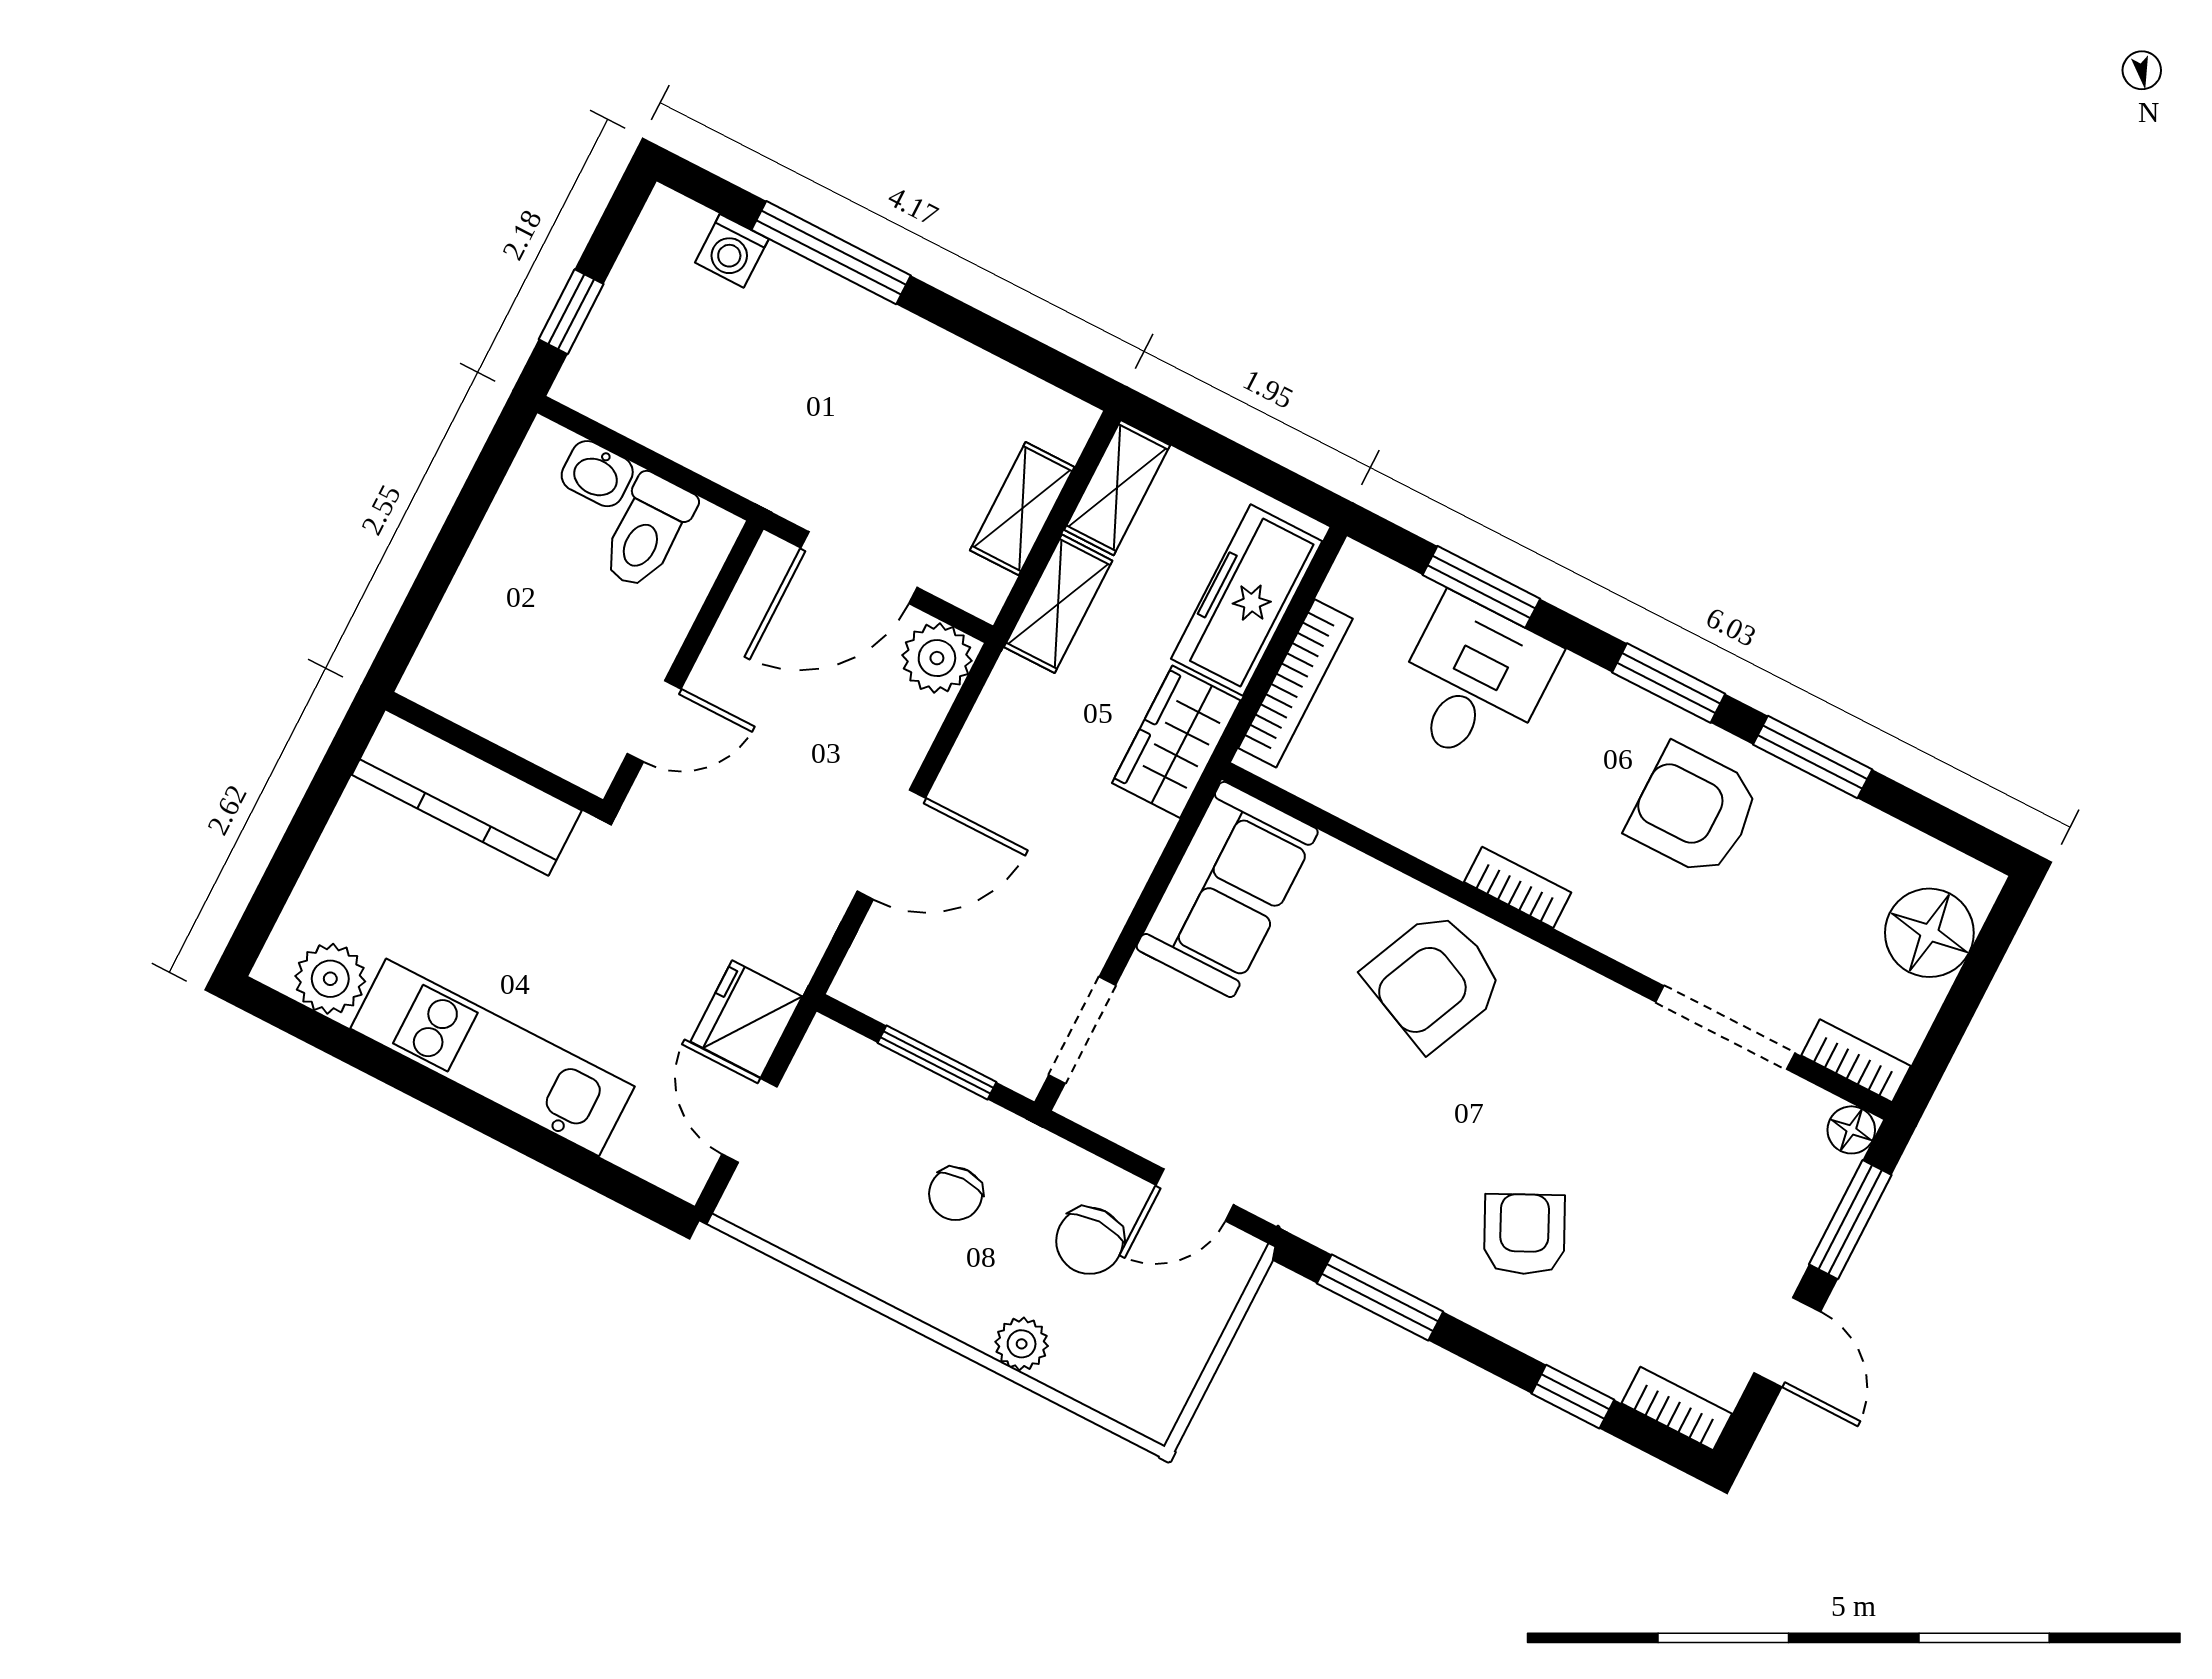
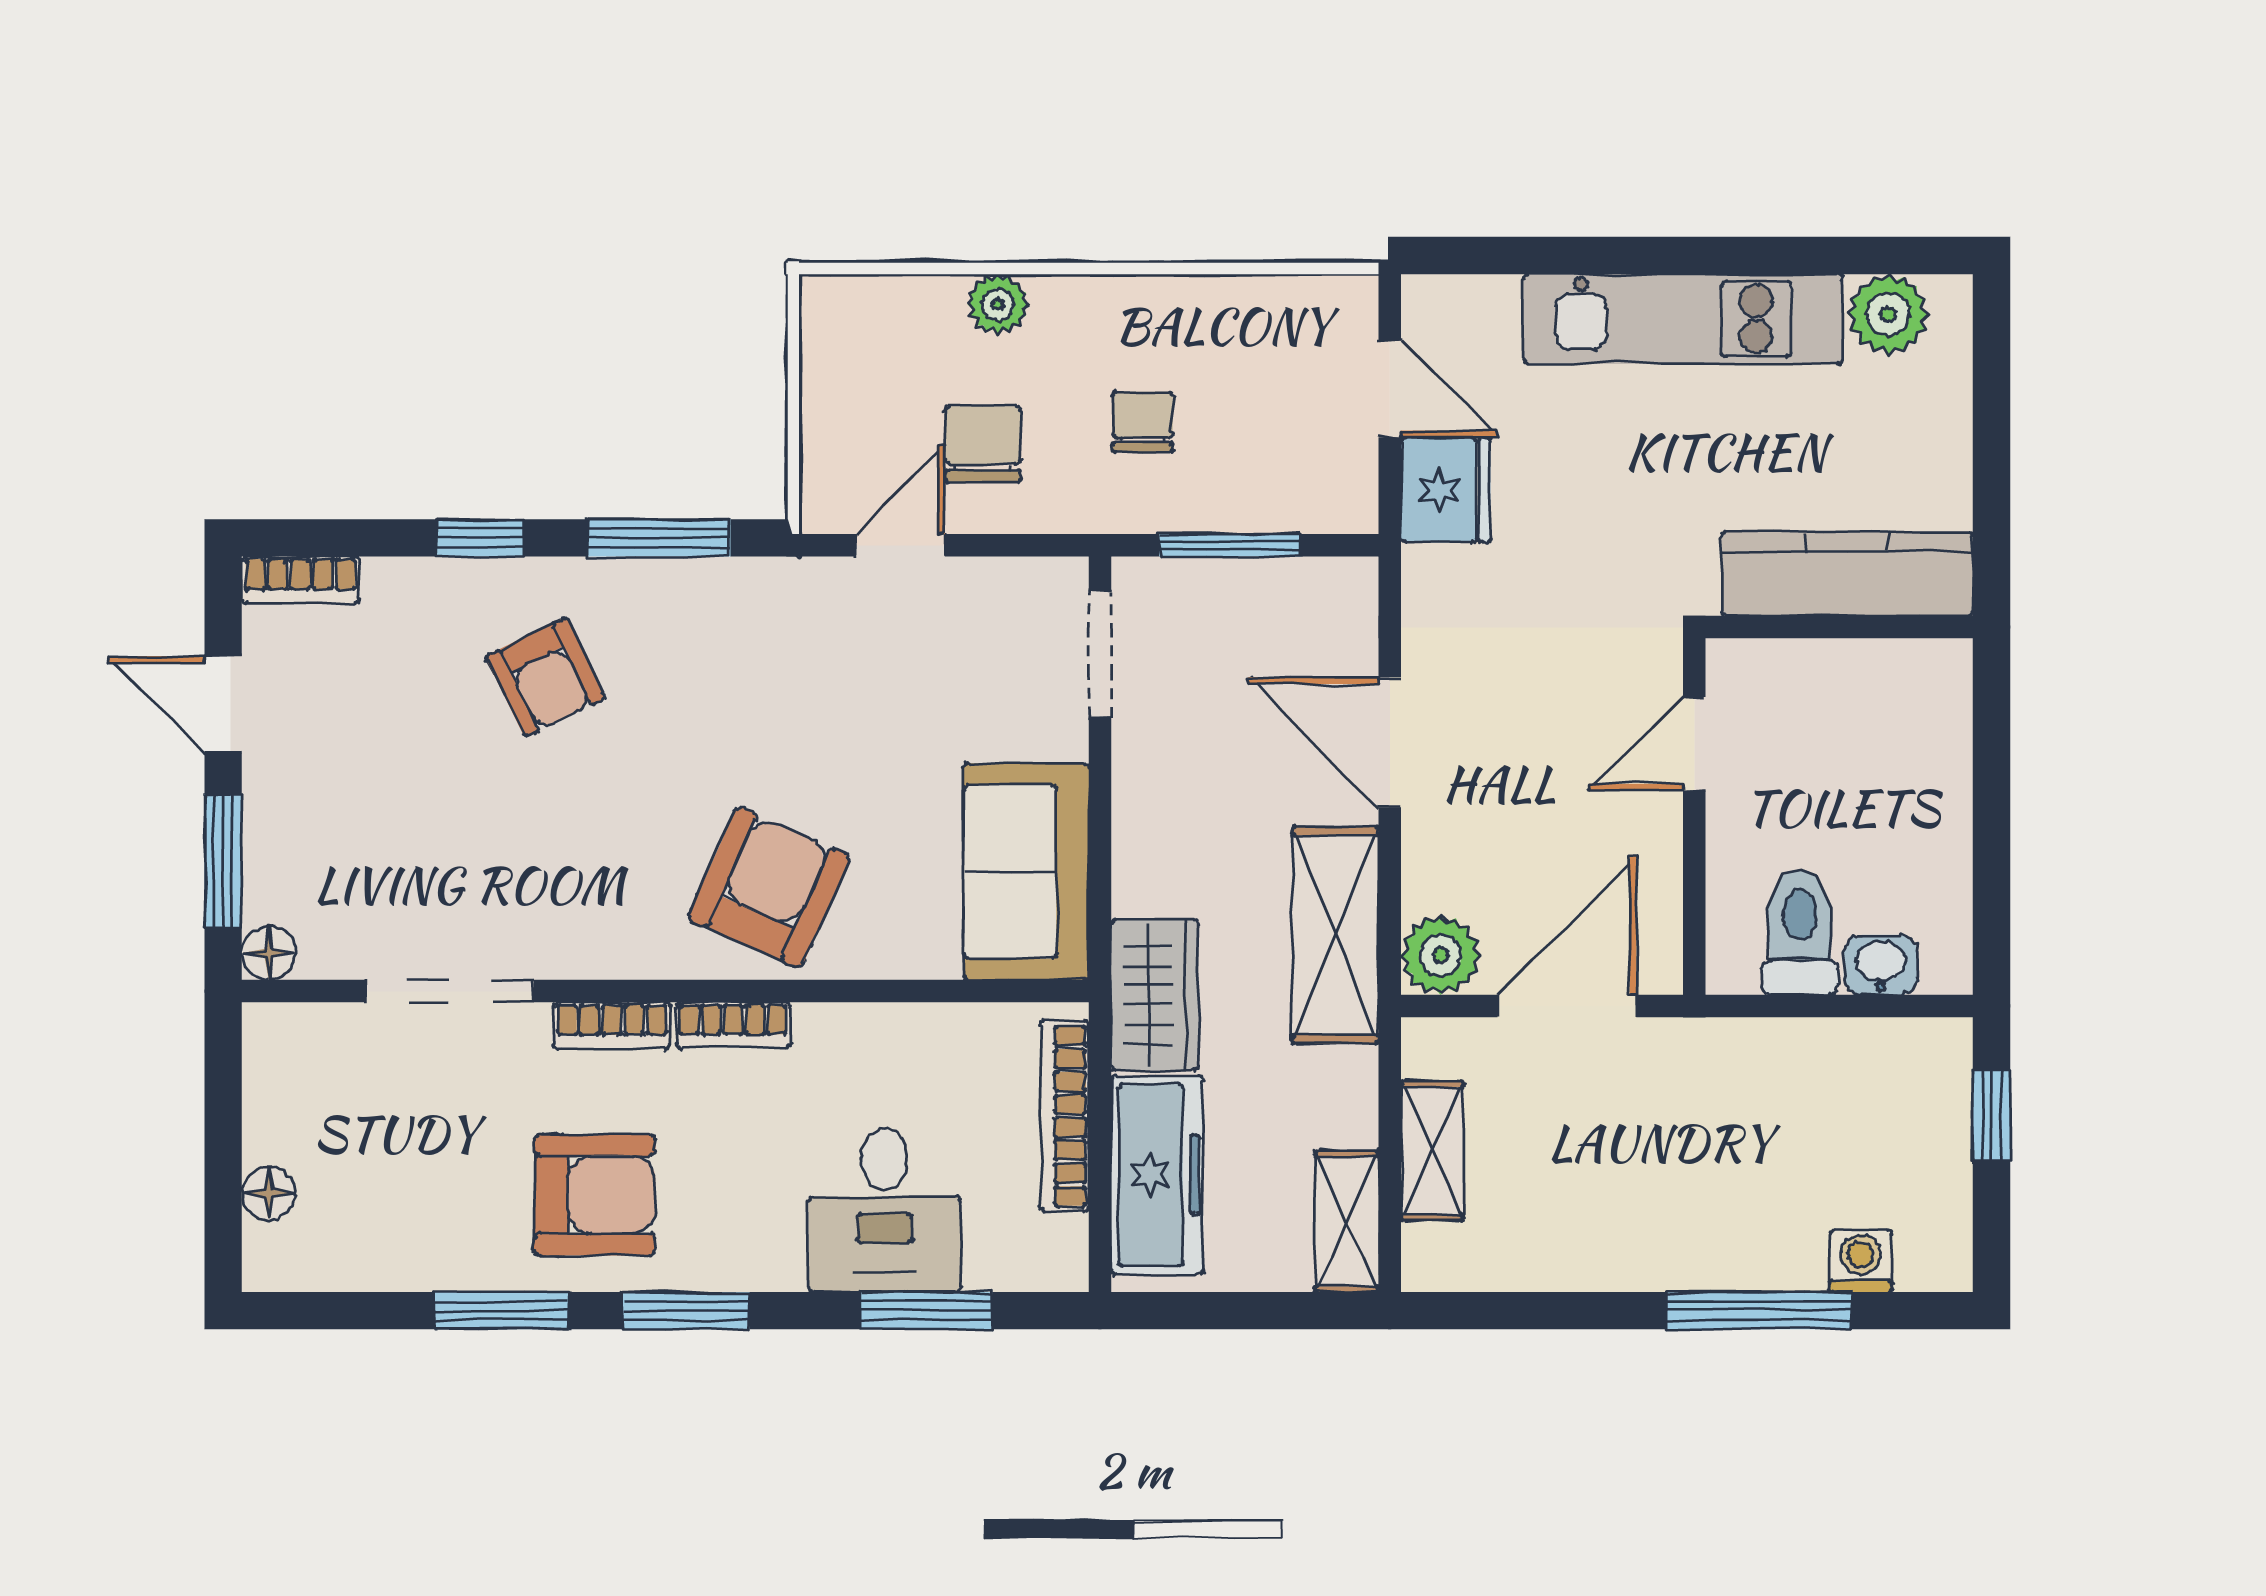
shelving: (1058, 604) -> (1335, 935), moved, width x1.50, depth x1.33
door: (891, 845) -> (1390, 742), hinge flipped
floor lamp: (1929, 933) -> (268, 1193), width x0.53, depth x0.53
bookcase: (1856, 1061) -> (612, 1026), moved
window: (1573, 1397) -> (480, 538), moved

